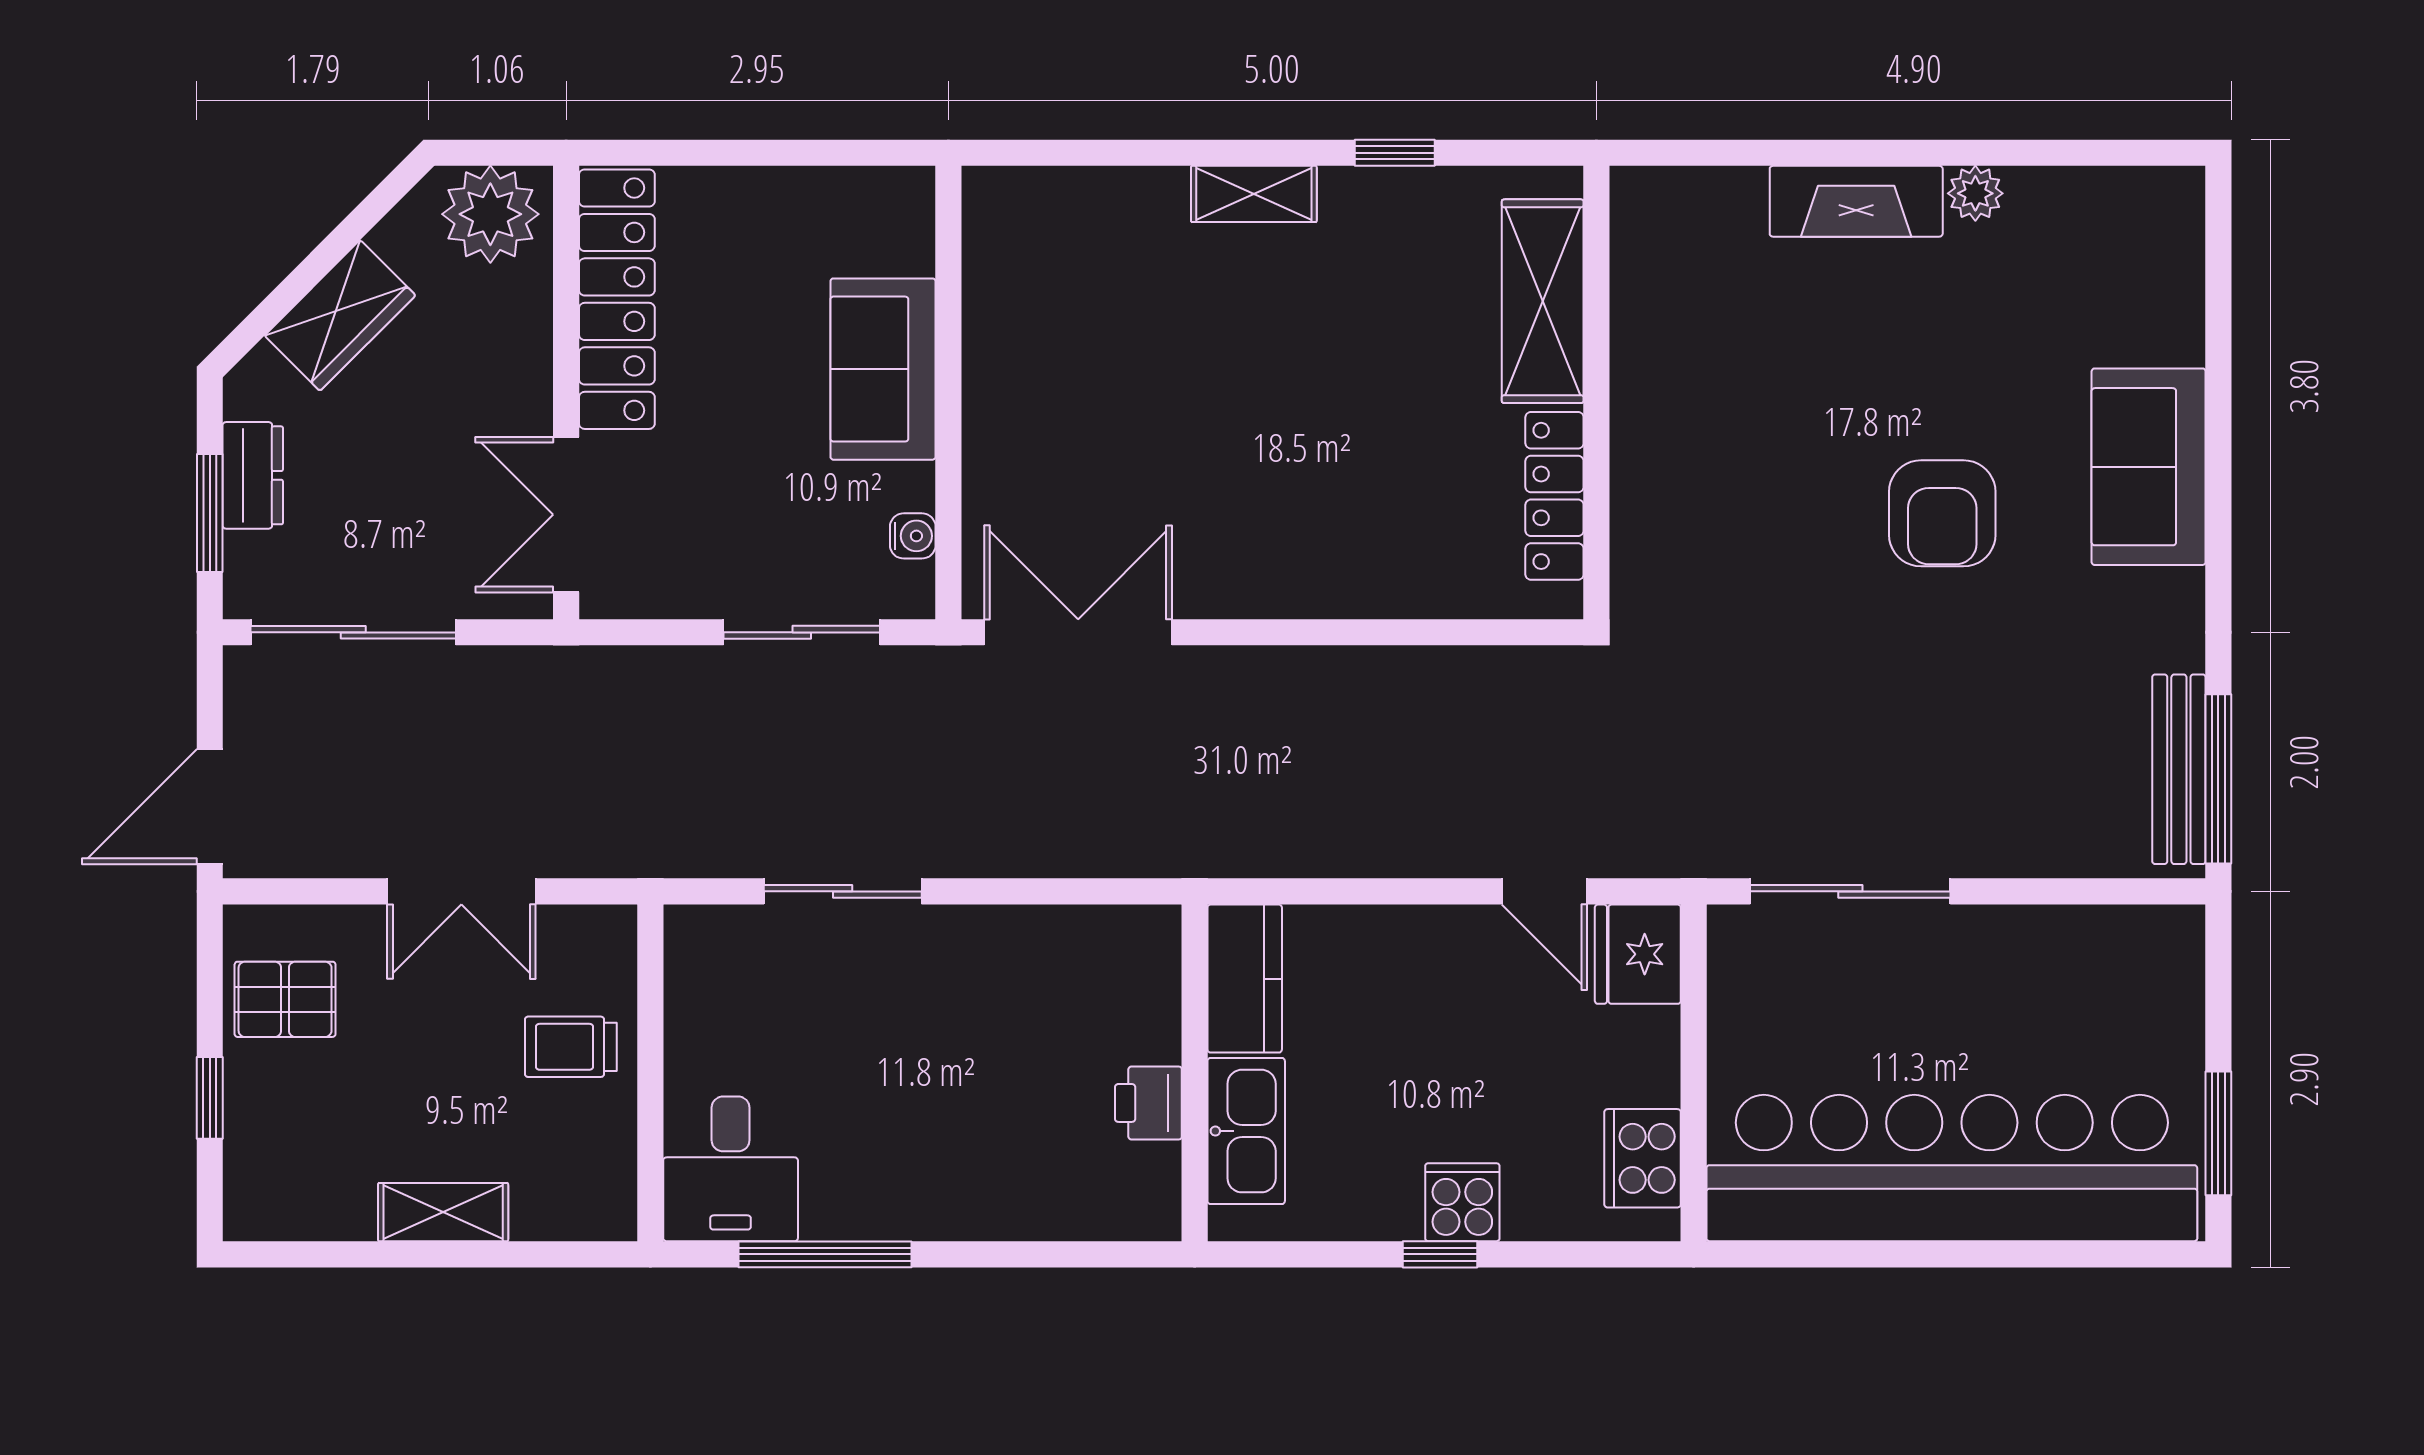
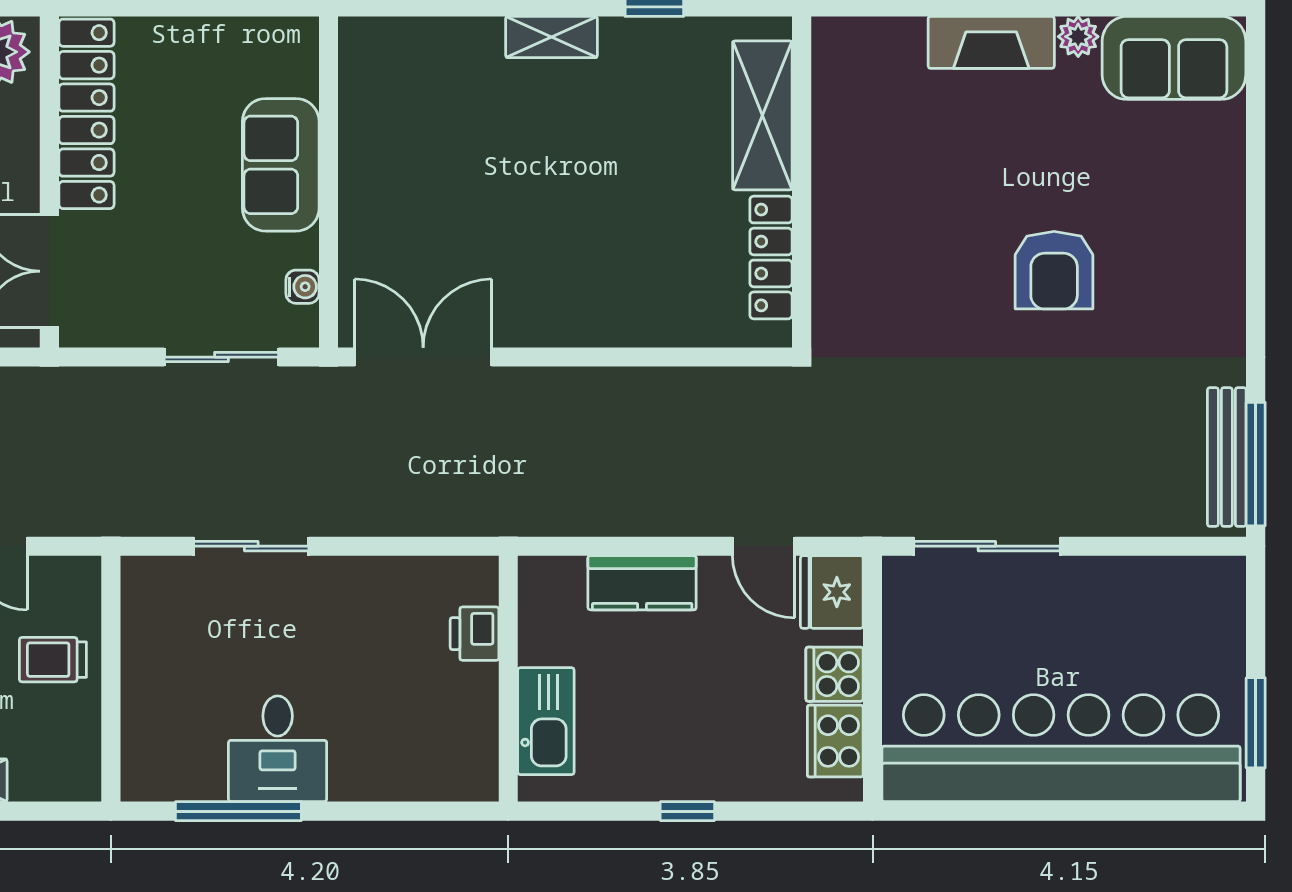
sofa: (2149, 467) -> (1174, 58), moved, turned -90
kitchen counter: (1245, 979) -> (642, 583), moved, turned 90
printer: (1148, 1103) -> (475, 634), moved
desk: (731, 1169) -> (278, 749), moved
cooker: (1462, 1202) -> (835, 674), moved, turned -90

